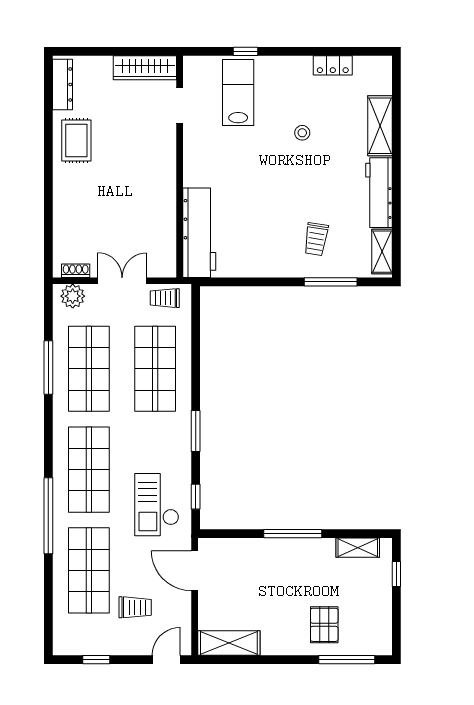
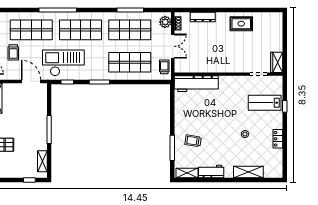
locker: (333, 65) -> (278, 139), moved
wardrobe: (145, 68) -> (277, 62), width x0.67
dresser: (63, 84) -> (203, 17), moved
lab bench: (238, 92) -> (265, 103), turned 180
workbench: (379, 193) -> (211, 171), width x0.73
checkout: (157, 505) -> (63, 63), width x1.36, depth x1.21
door: (195, 571) -> (31, 81), hinge flipped

